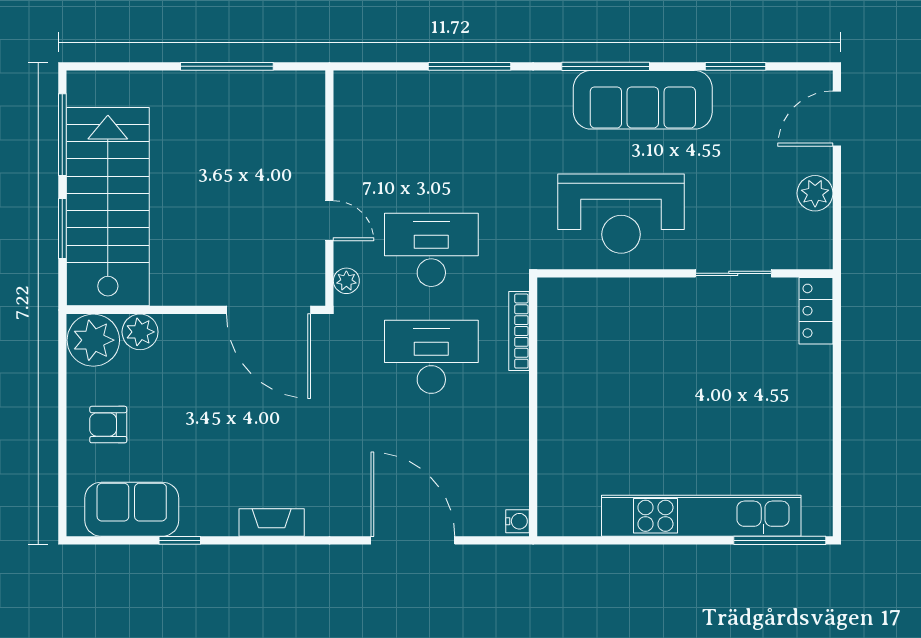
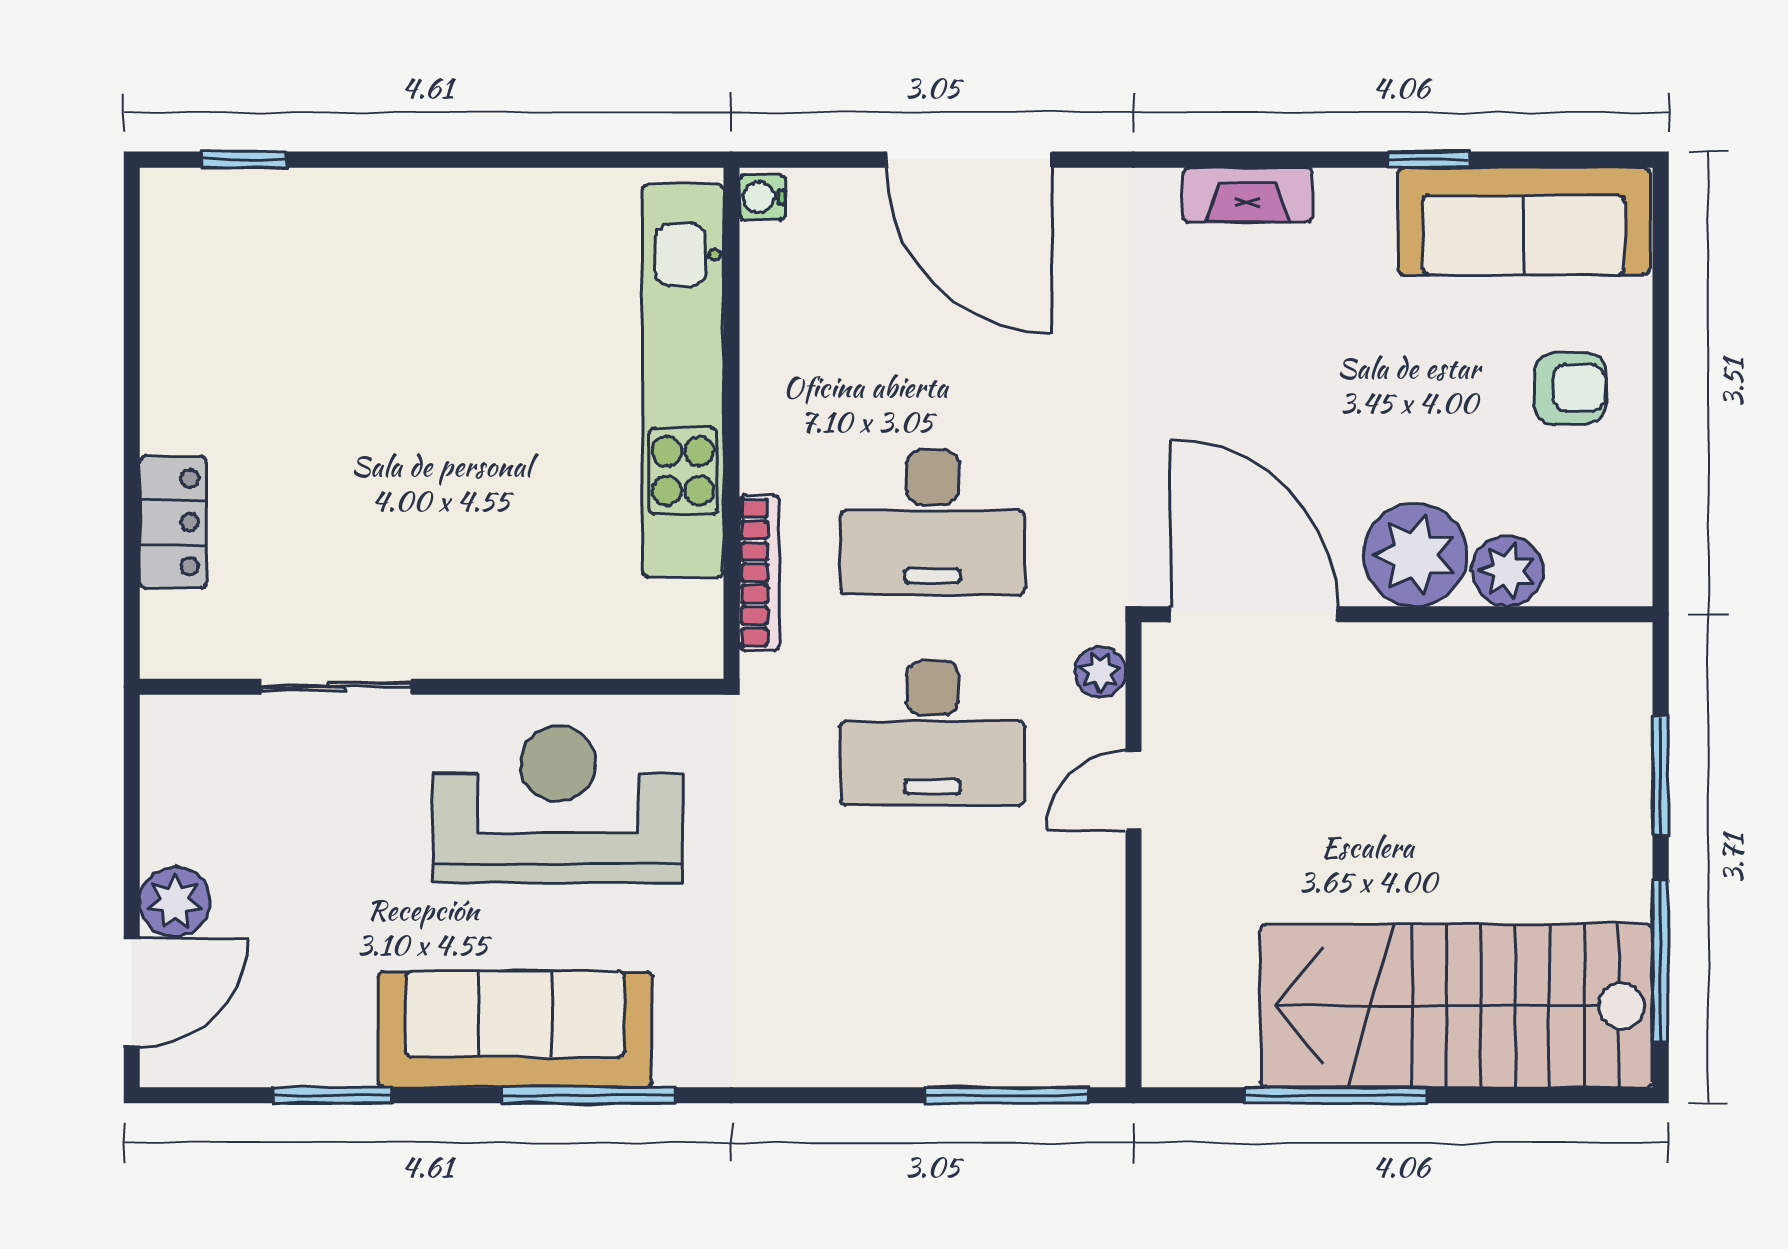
window: (470, 66) -> (1007, 1095), moved
plant: (815, 193) -> (175, 902), moved
stairs: (108, 207) -> (1457, 1006), moved, turned 90
door: (329, 221) -> (1133, 791), hinge flipped
locker: (816, 311) -> (173, 522), moved
plant: (93, 340) -> (1415, 555), moved
sofa: (132, 509) -> (1524, 221), width x1.36
kitchen unit: (701, 516) -> (683, 381), moved, turned 90
window: (780, 540) -> (244, 160), width x0.46

